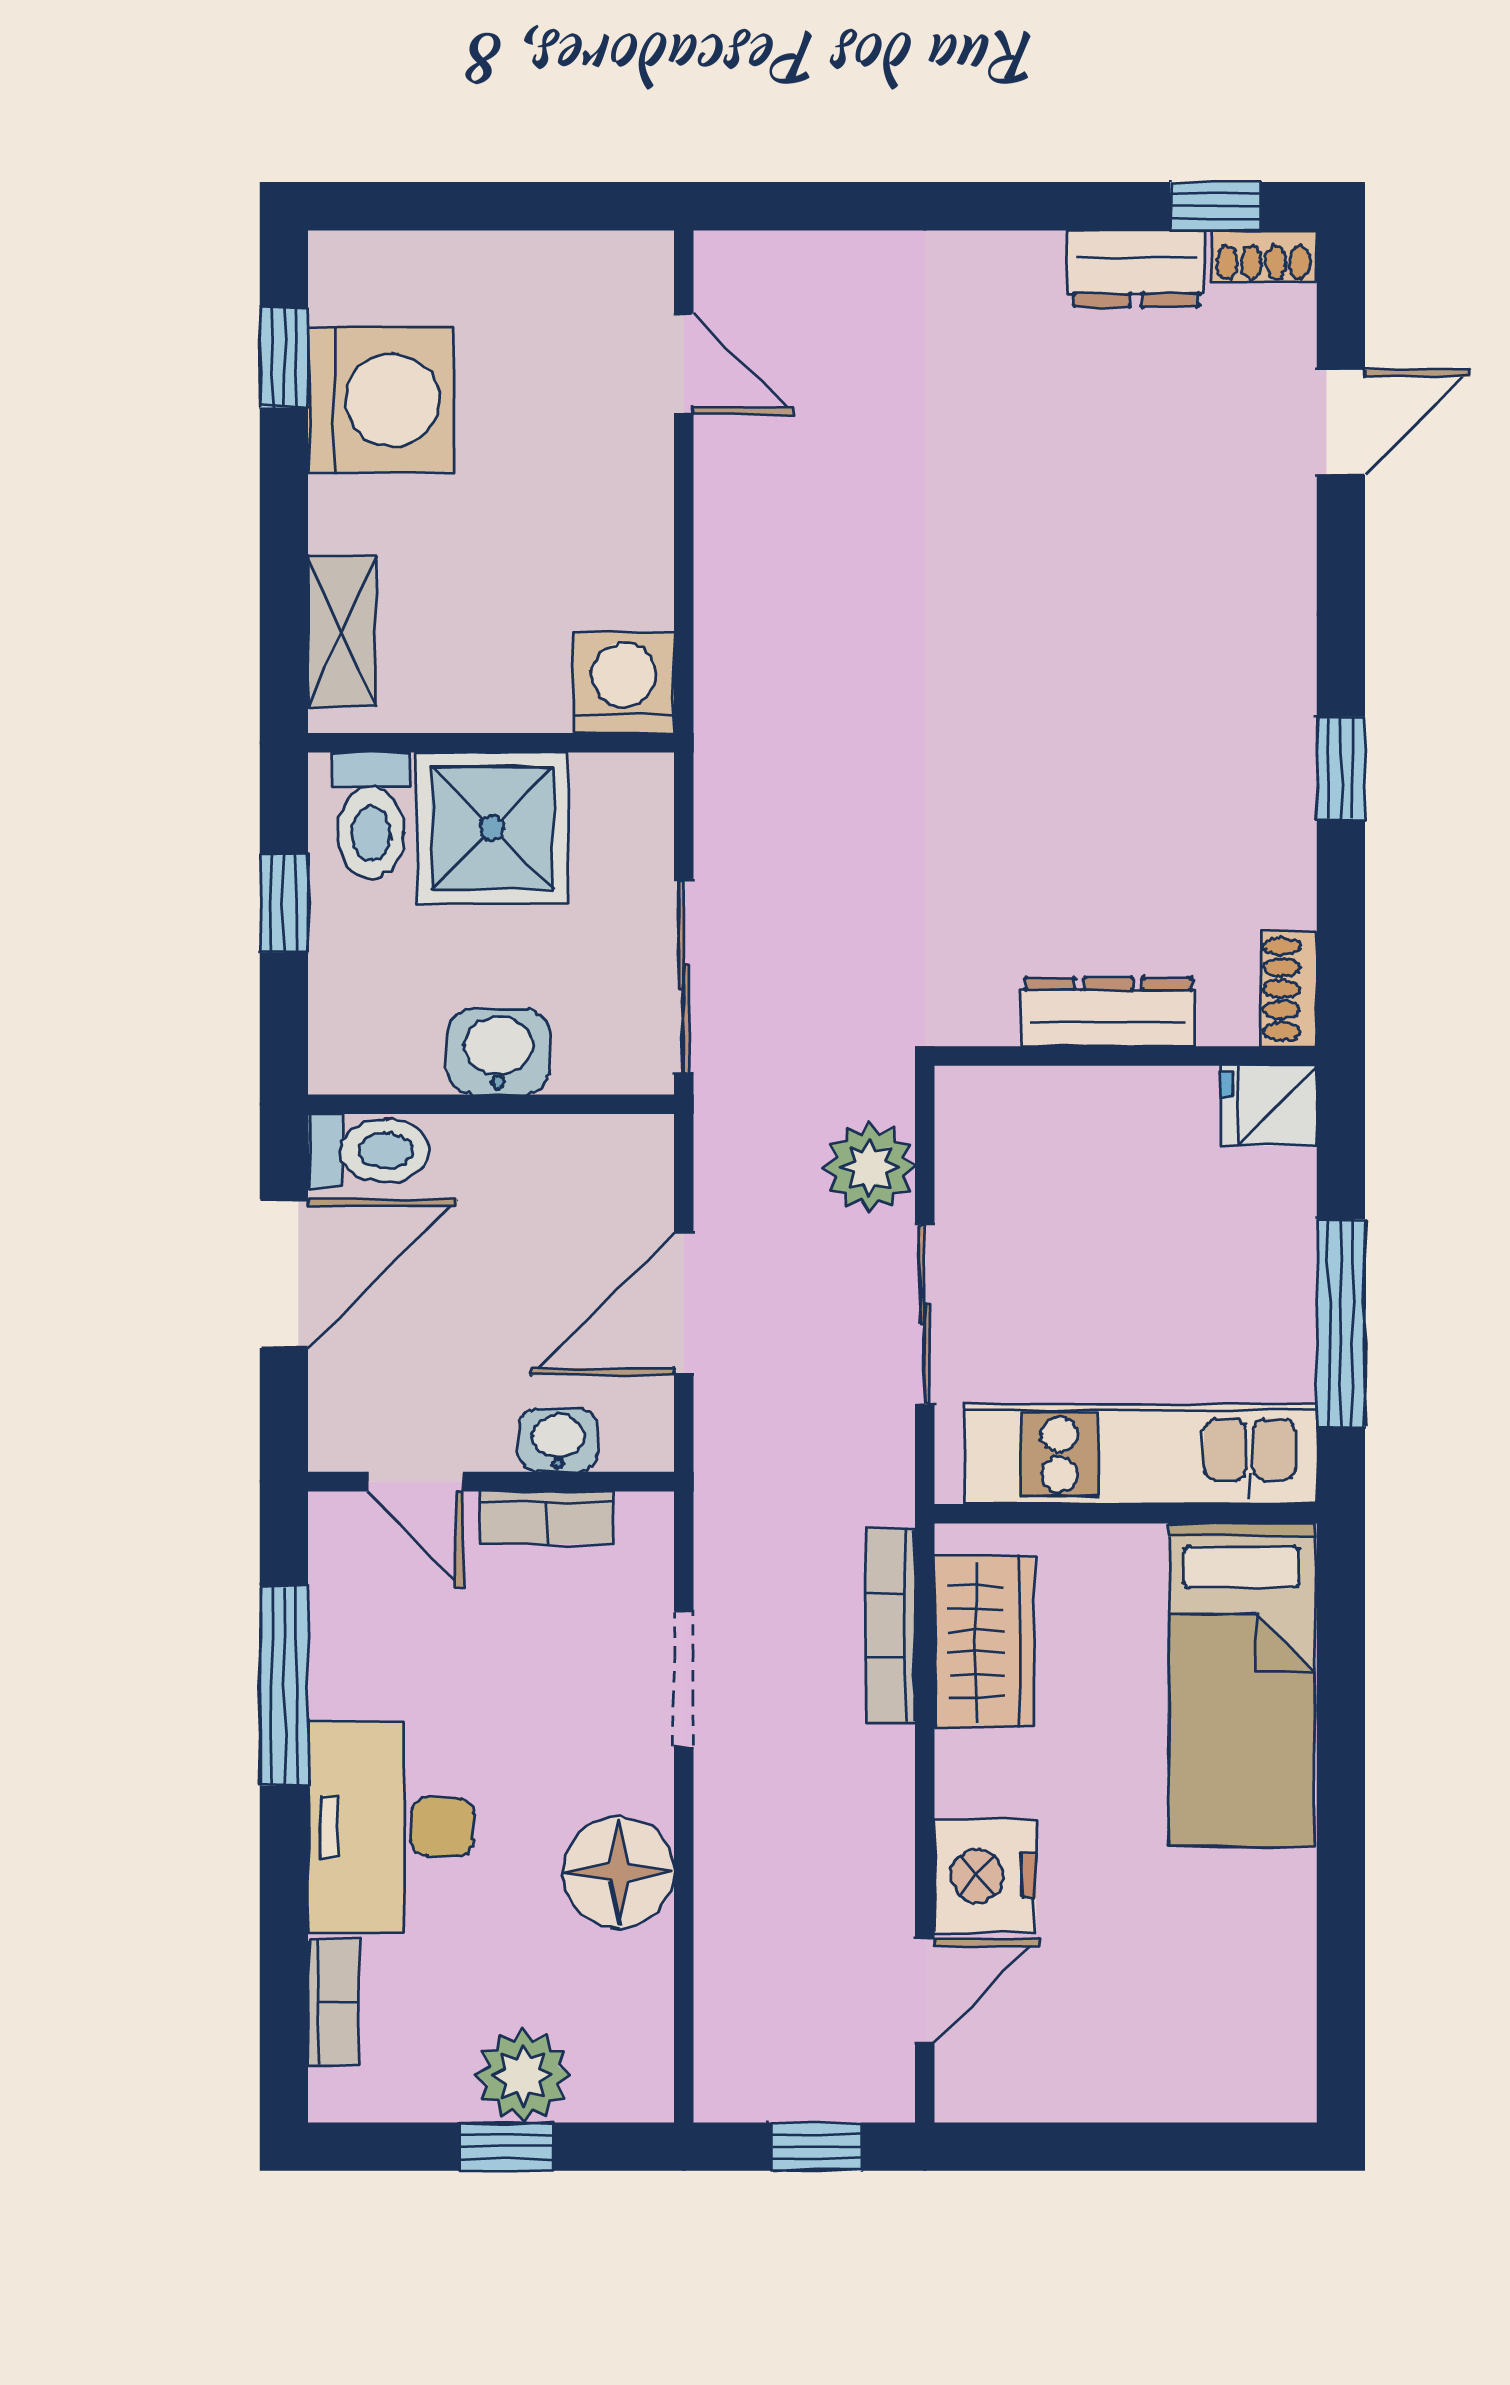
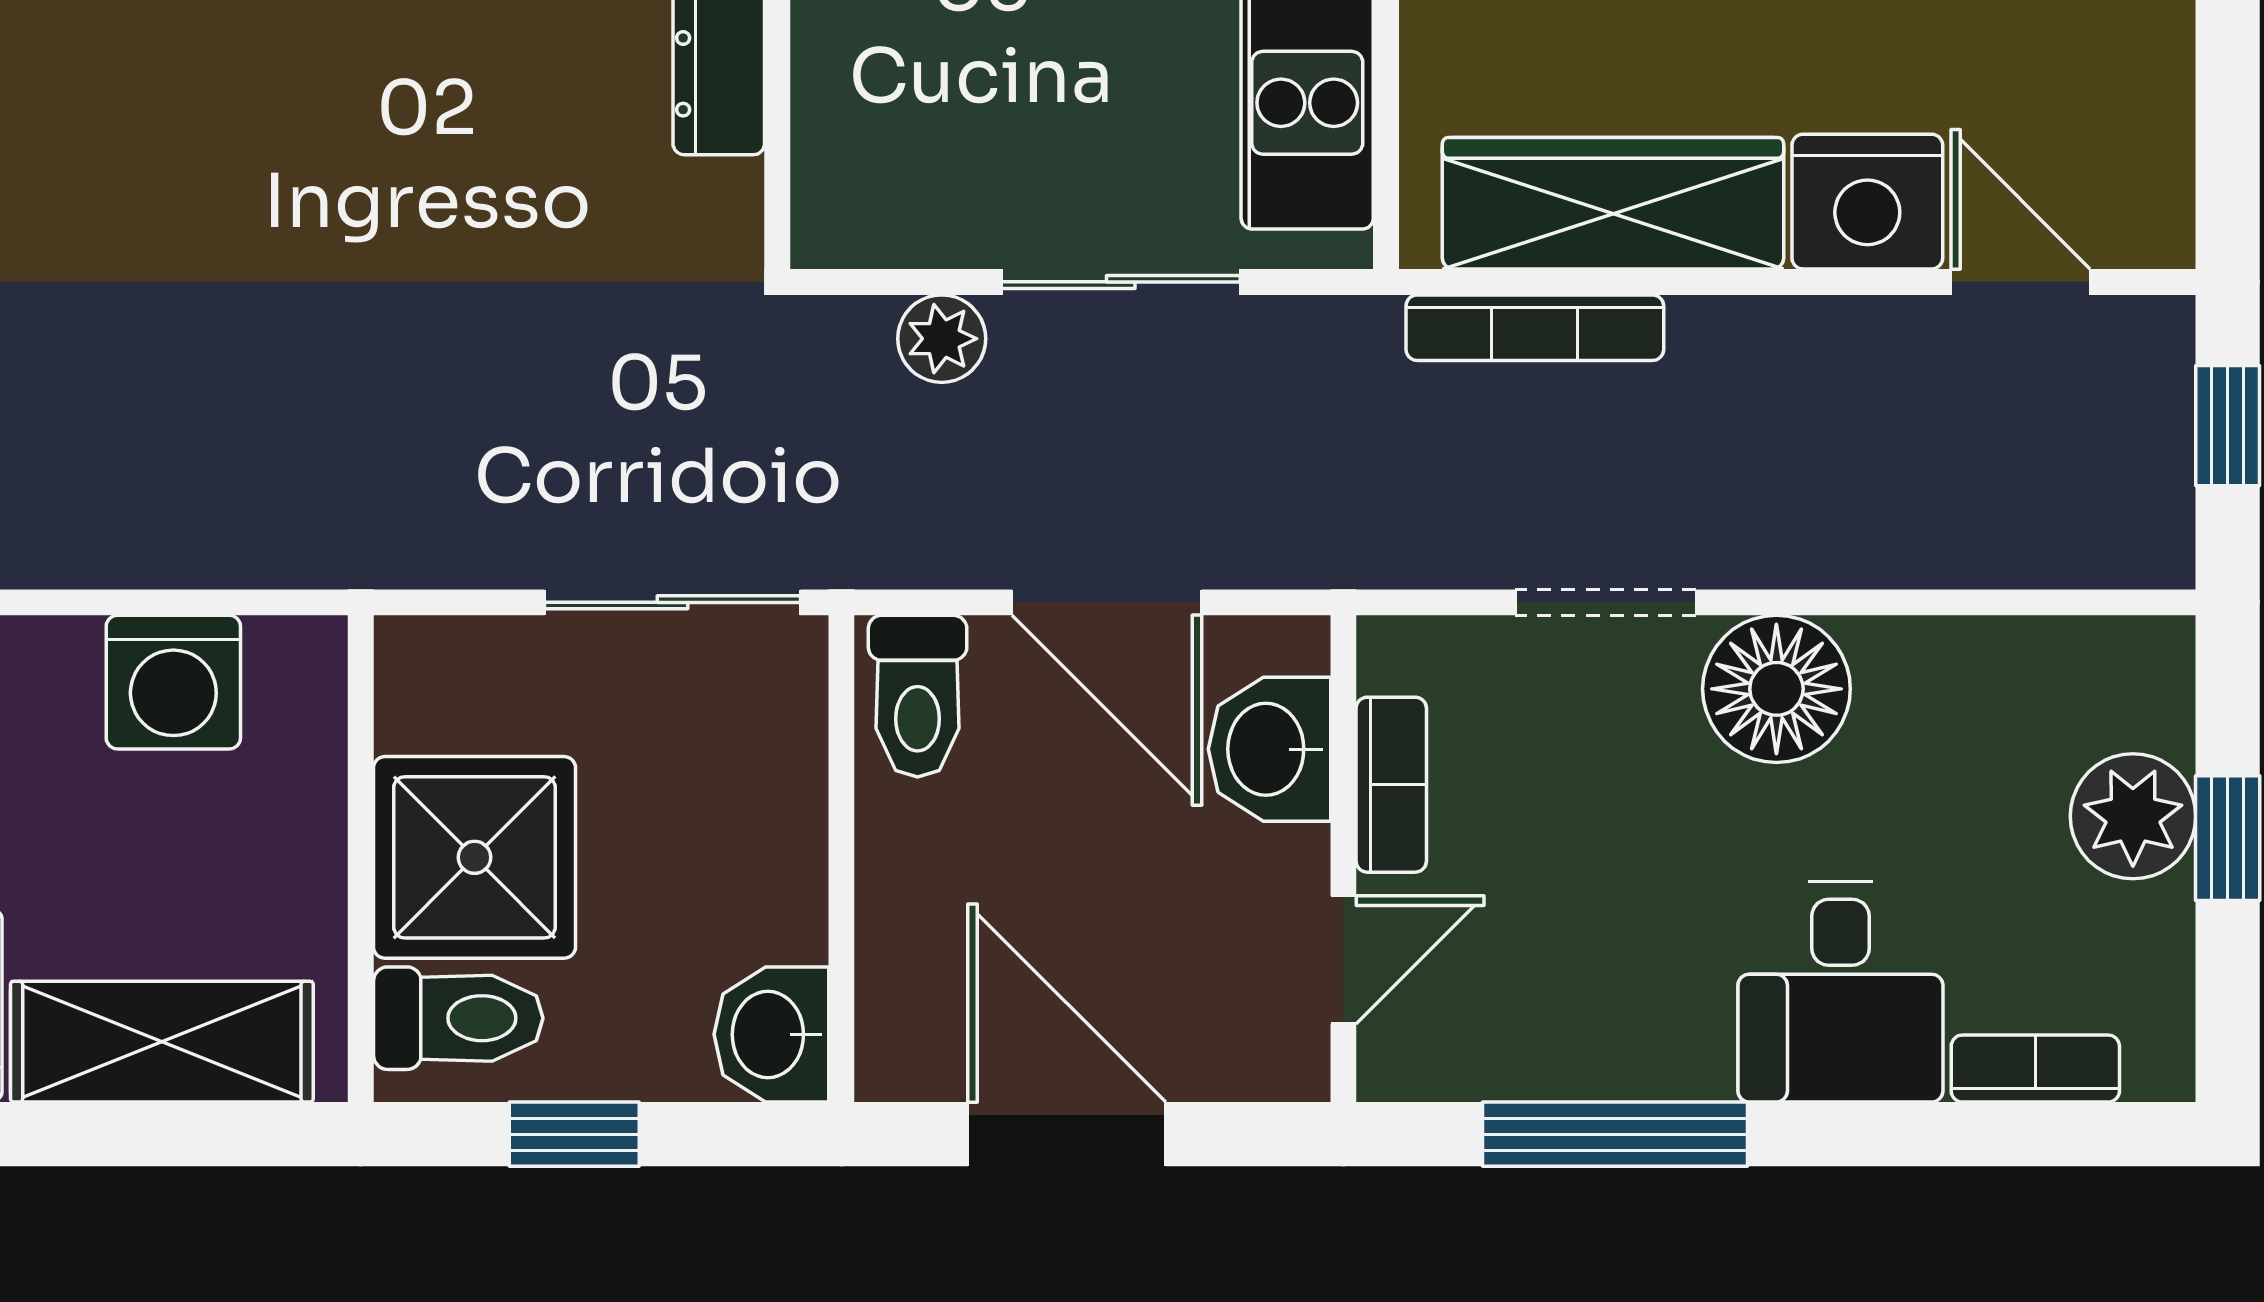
shelving: (342, 631) -> (162, 1042), width x1.50, depth x1.33
washing machine: (624, 683) -> (173, 682), moved, turned -90
washbasin: (498, 1051) -> (771, 1034), moved
toilet: (369, 1151) -> (918, 696), moved, turned 180
plant: (870, 1167) -> (942, 339), width x0.73, depth x0.73
washbasin: (558, 1440) -> (1269, 749), width x1.38, depth x1.45
wardrobe: (984, 1642) -> (1613, 203), width x1.50
desk: (391, 1827) -> (1840, 992), width x0.73
floor lamp: (619, 1872) -> (1776, 689), moved

